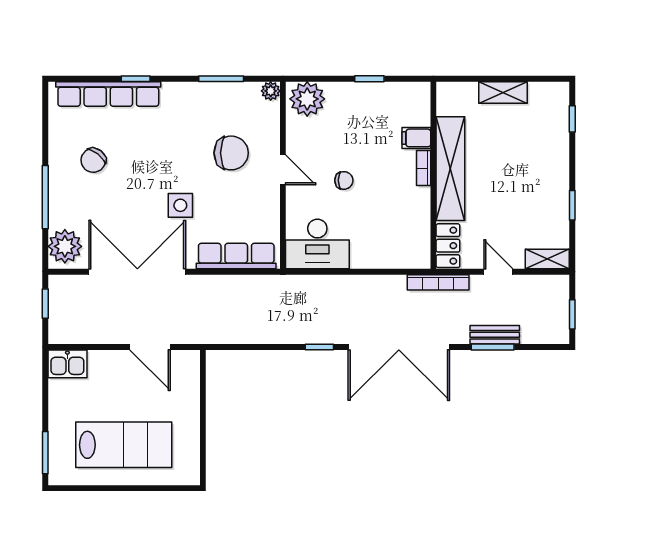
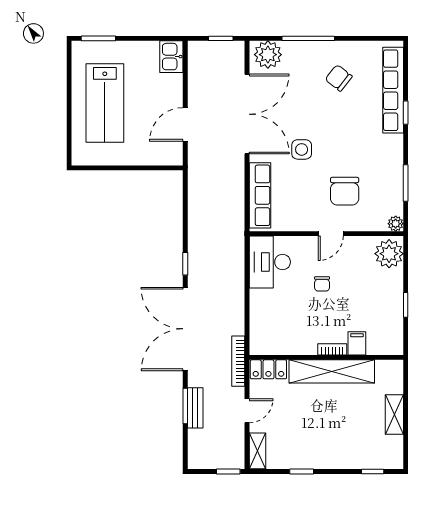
window: (572, 314) -> (228, 471), moved

